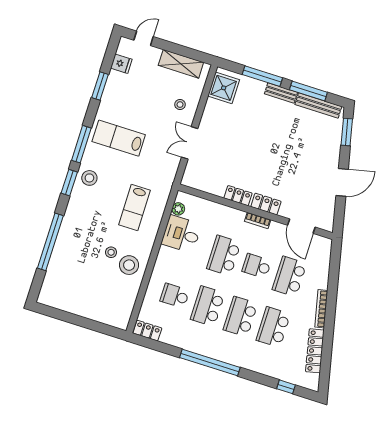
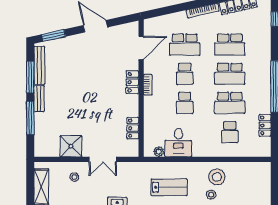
shower: (224, 88) -> (71, 146), moved
locker: (238, 196) -> (133, 128), moved
school desk: (224, 255) -> (185, 103), width x0.54
locker: (147, 331) -> (265, 125), moved

